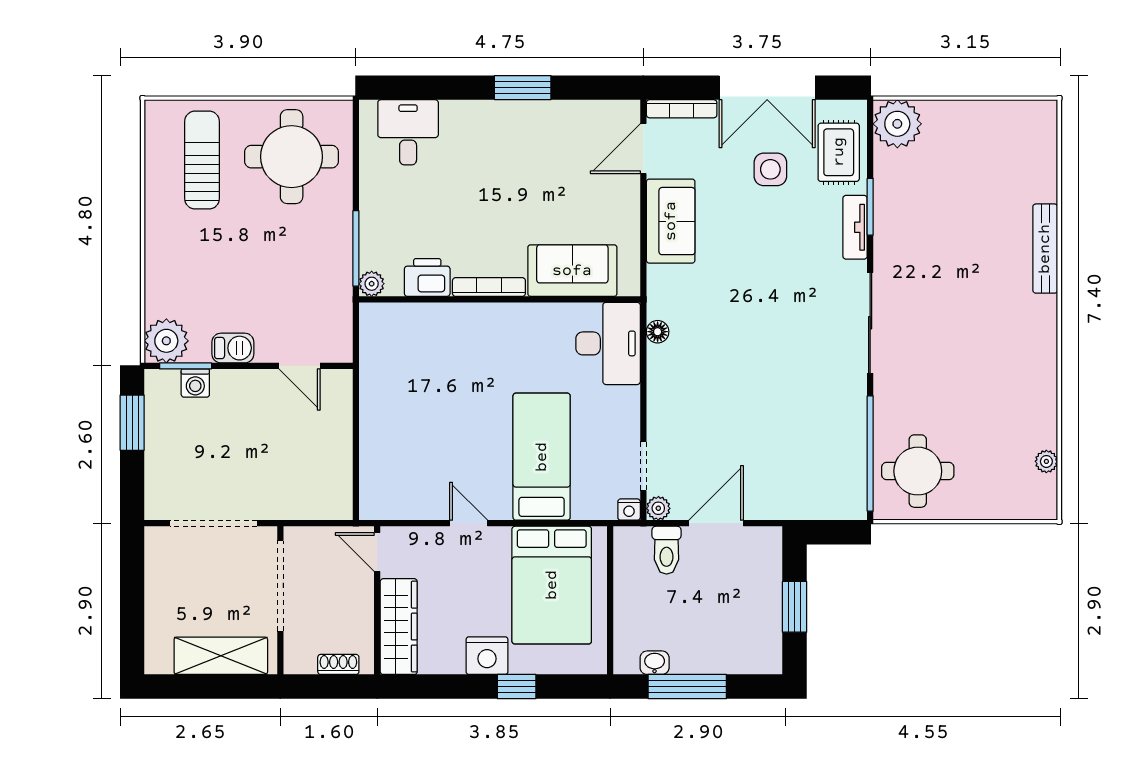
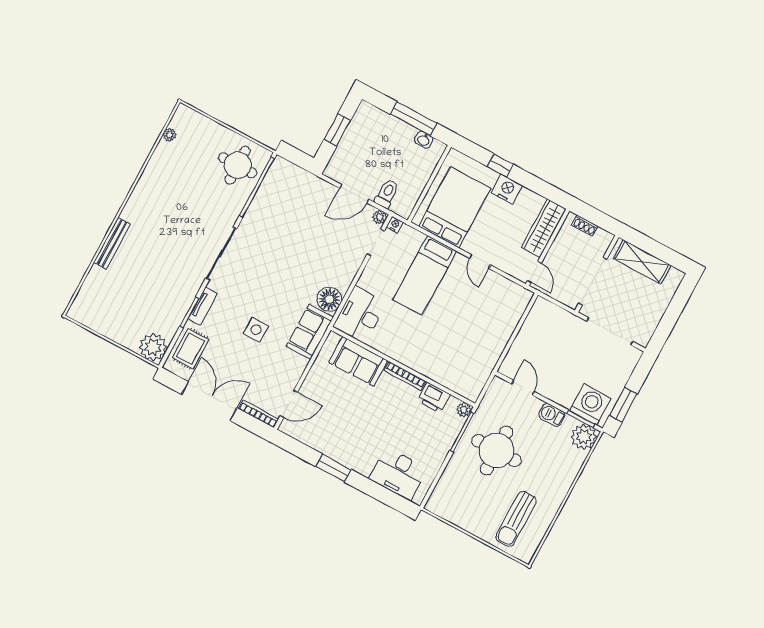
desk: (408, 132) -> (398, 474), width x1.37
round table: (292, 157) -> (496, 451), moved
side table: (770, 169) -> (256, 330), moved
sofa: (671, 221) -> (310, 332), moved
floor lamp: (658, 332) -> (329, 299), width x1.89, depth x1.89
washing machine: (195, 383) -> (590, 404), width x1.89, depth x1.89

